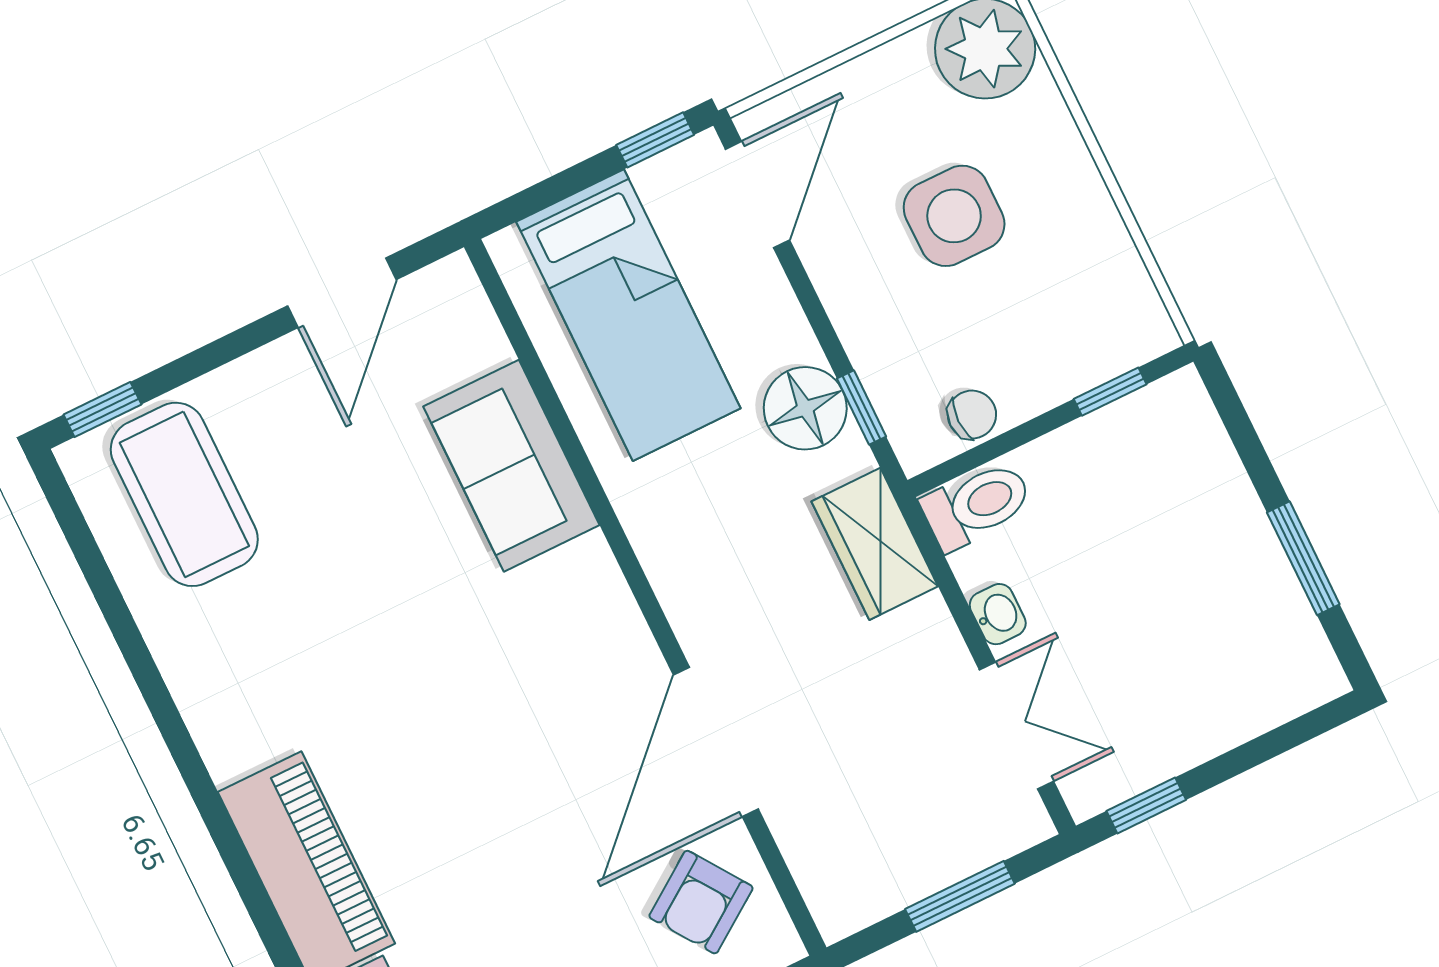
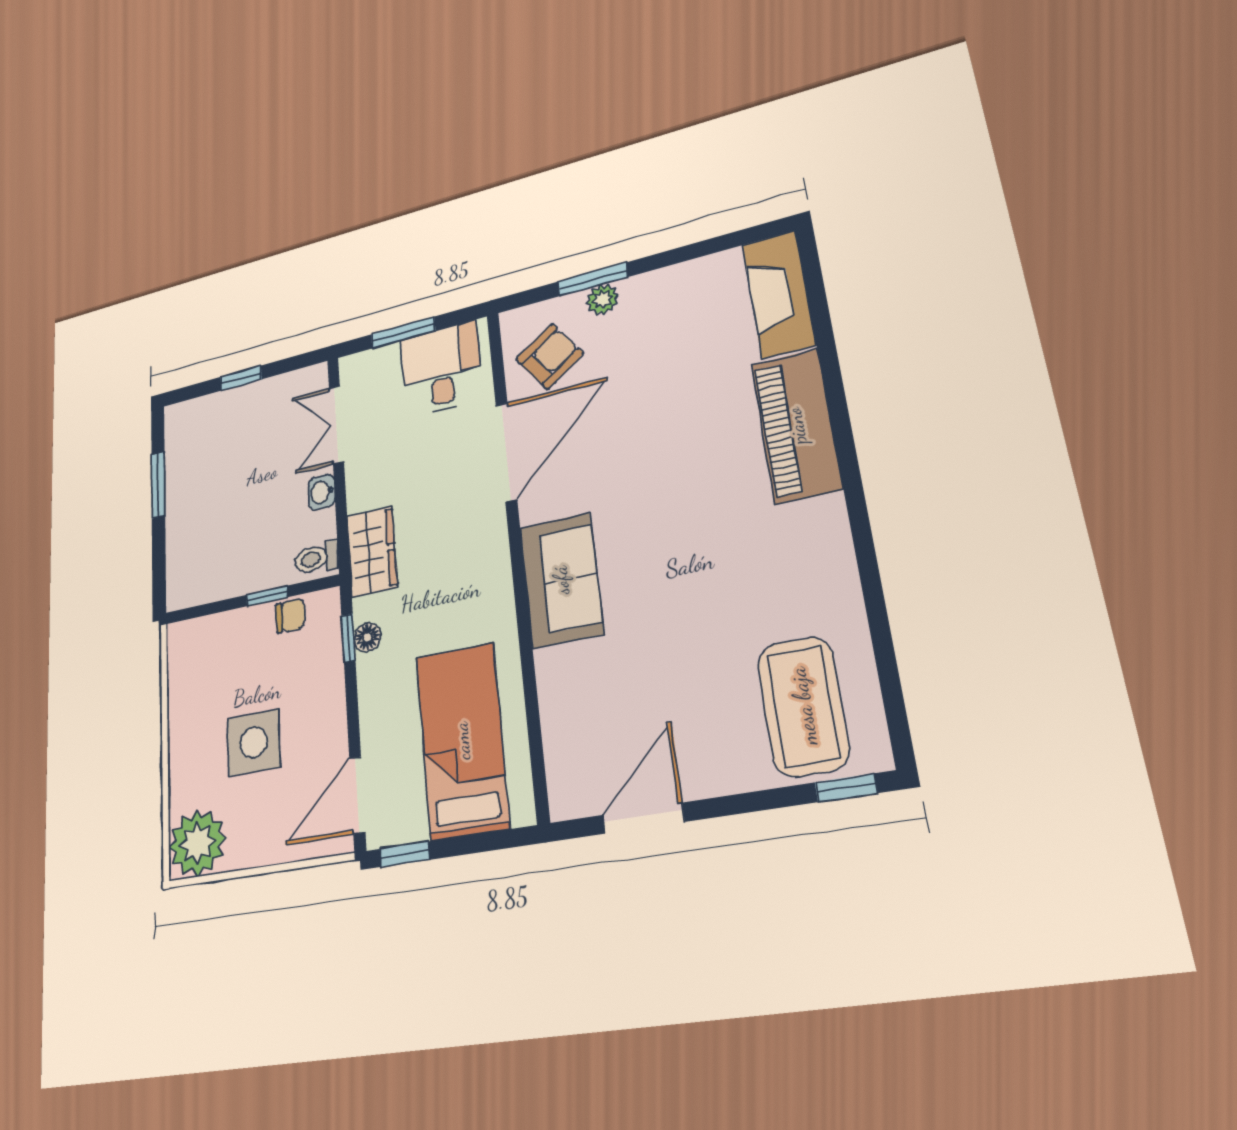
window: (1110, 392) -> (267, 596), moved
floor lamp: (805, 408) -> (367, 637), width x0.53, depth x0.53
chair: (972, 415) -> (290, 616), turned 180
sofa: (511, 466) -> (561, 580), moved
toilet: (977, 505) -> (317, 558), width x0.73, depth x0.72
window: (1146, 805) -> (241, 378), moved
desk: (871, 849) -> (441, 369), added

